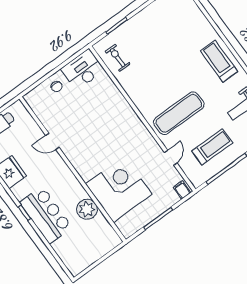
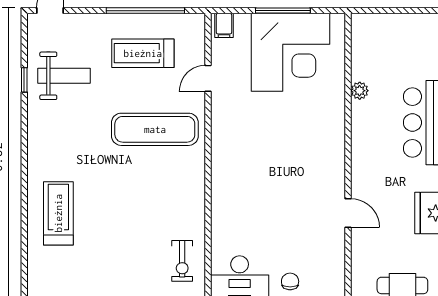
treadmill: (219, 61) -> (58, 213), moved, turned 180
corner desk: (119, 189) -> (291, 52), moved, turned -90
plant: (87, 209) -> (360, 91), width x0.53, depth x0.53

